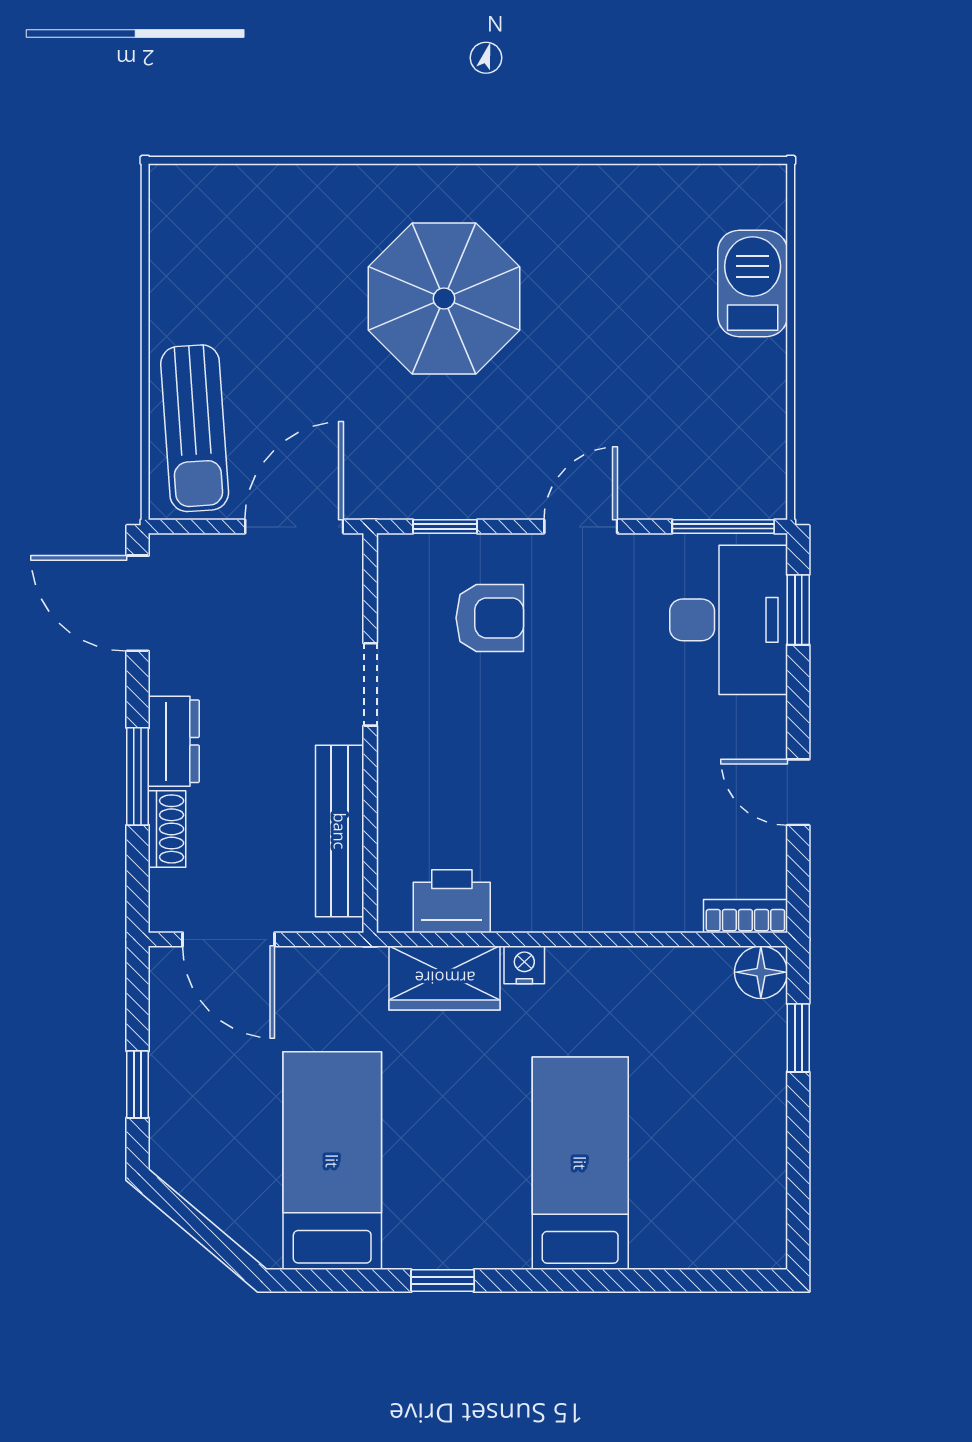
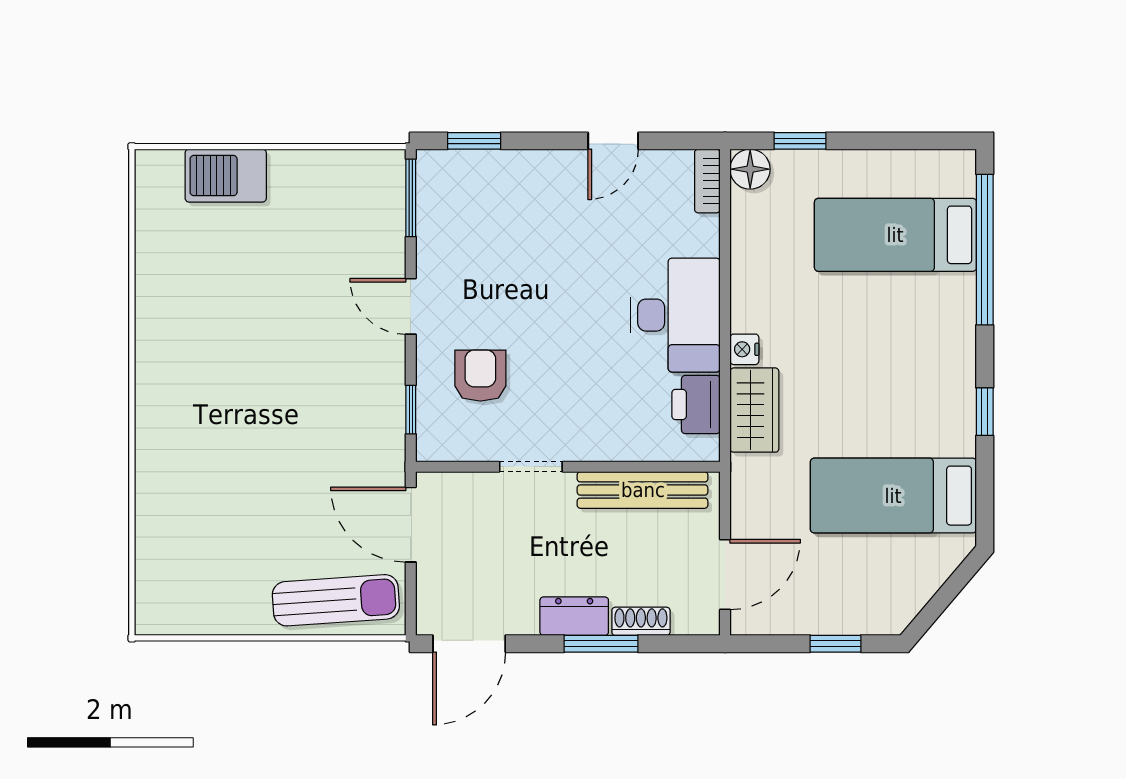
parasol: (444, 298) -> (237, 410), removed
desk: (729, 620) -> (675, 315), moved, turned 90
bed: (580, 1163) -> (895, 235), moved
window: (655, 1281) -> (985, 250), added

